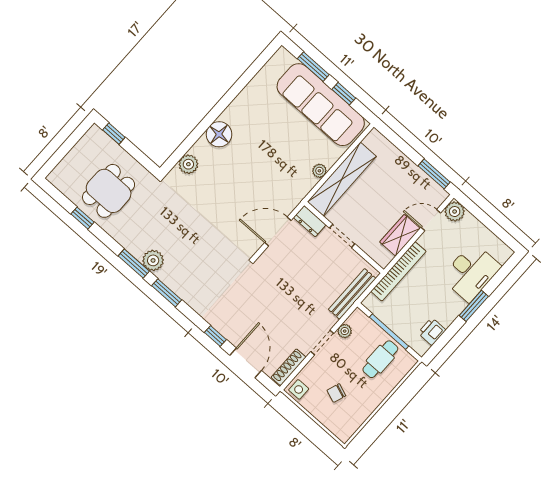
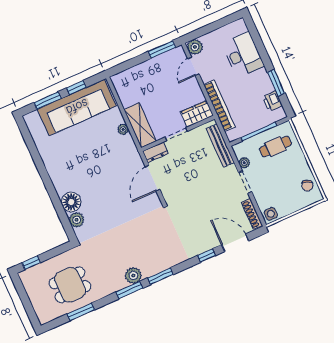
floor lamp: (219, 134) -> (71, 202), moved
shelving: (342, 179) -> (140, 125), width x0.68
dining table: (109, 191) -> (70, 285), turned 90
window: (83, 218) -> (81, 312), width x1.50
wardrobe: (400, 235) -> (197, 114), moved, turned 90
window: (474, 306) -> (276, 83), moved
cafe table: (380, 359) -> (275, 146), turned 90
chair: (336, 393) -> (307, 186), moved

